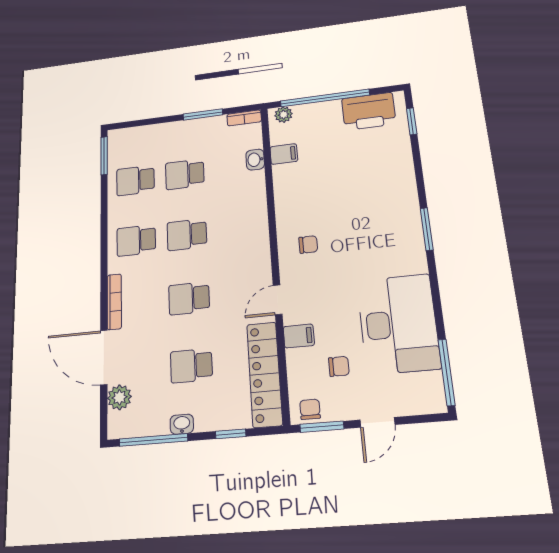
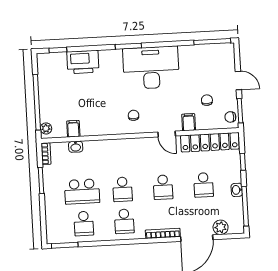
printer: (369, 111) -> (83, 62), moved, turned 90
school desk: (185, 174) -> (82, 192), width x1.85
desk: (398, 324) -> (151, 68), moved

